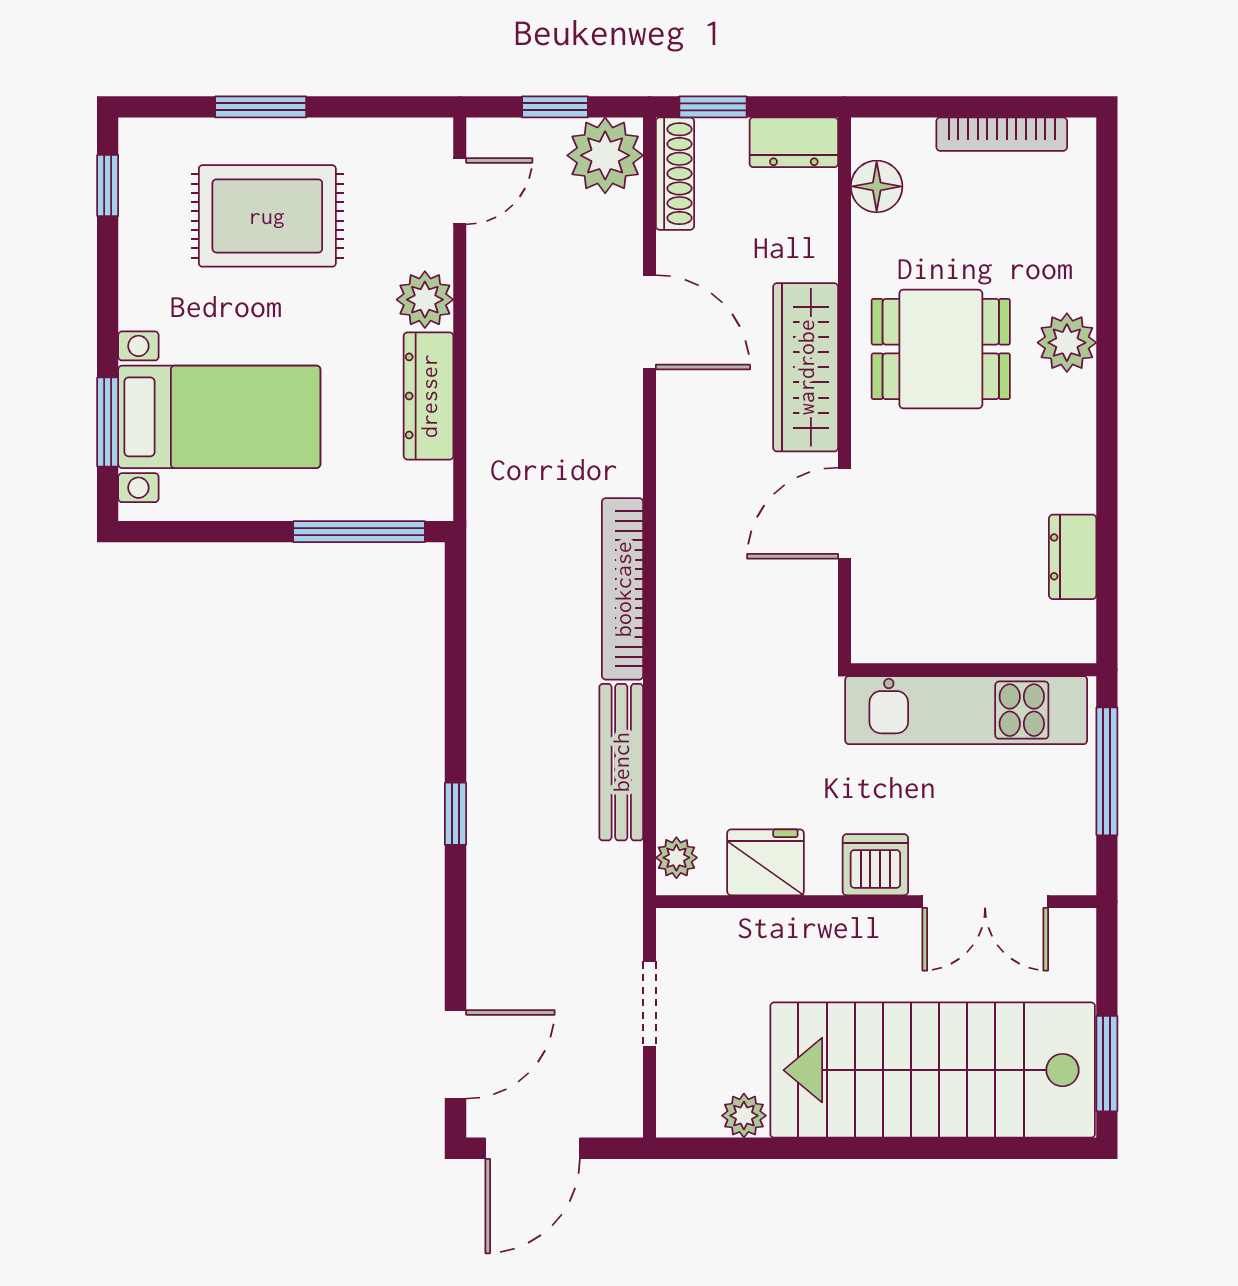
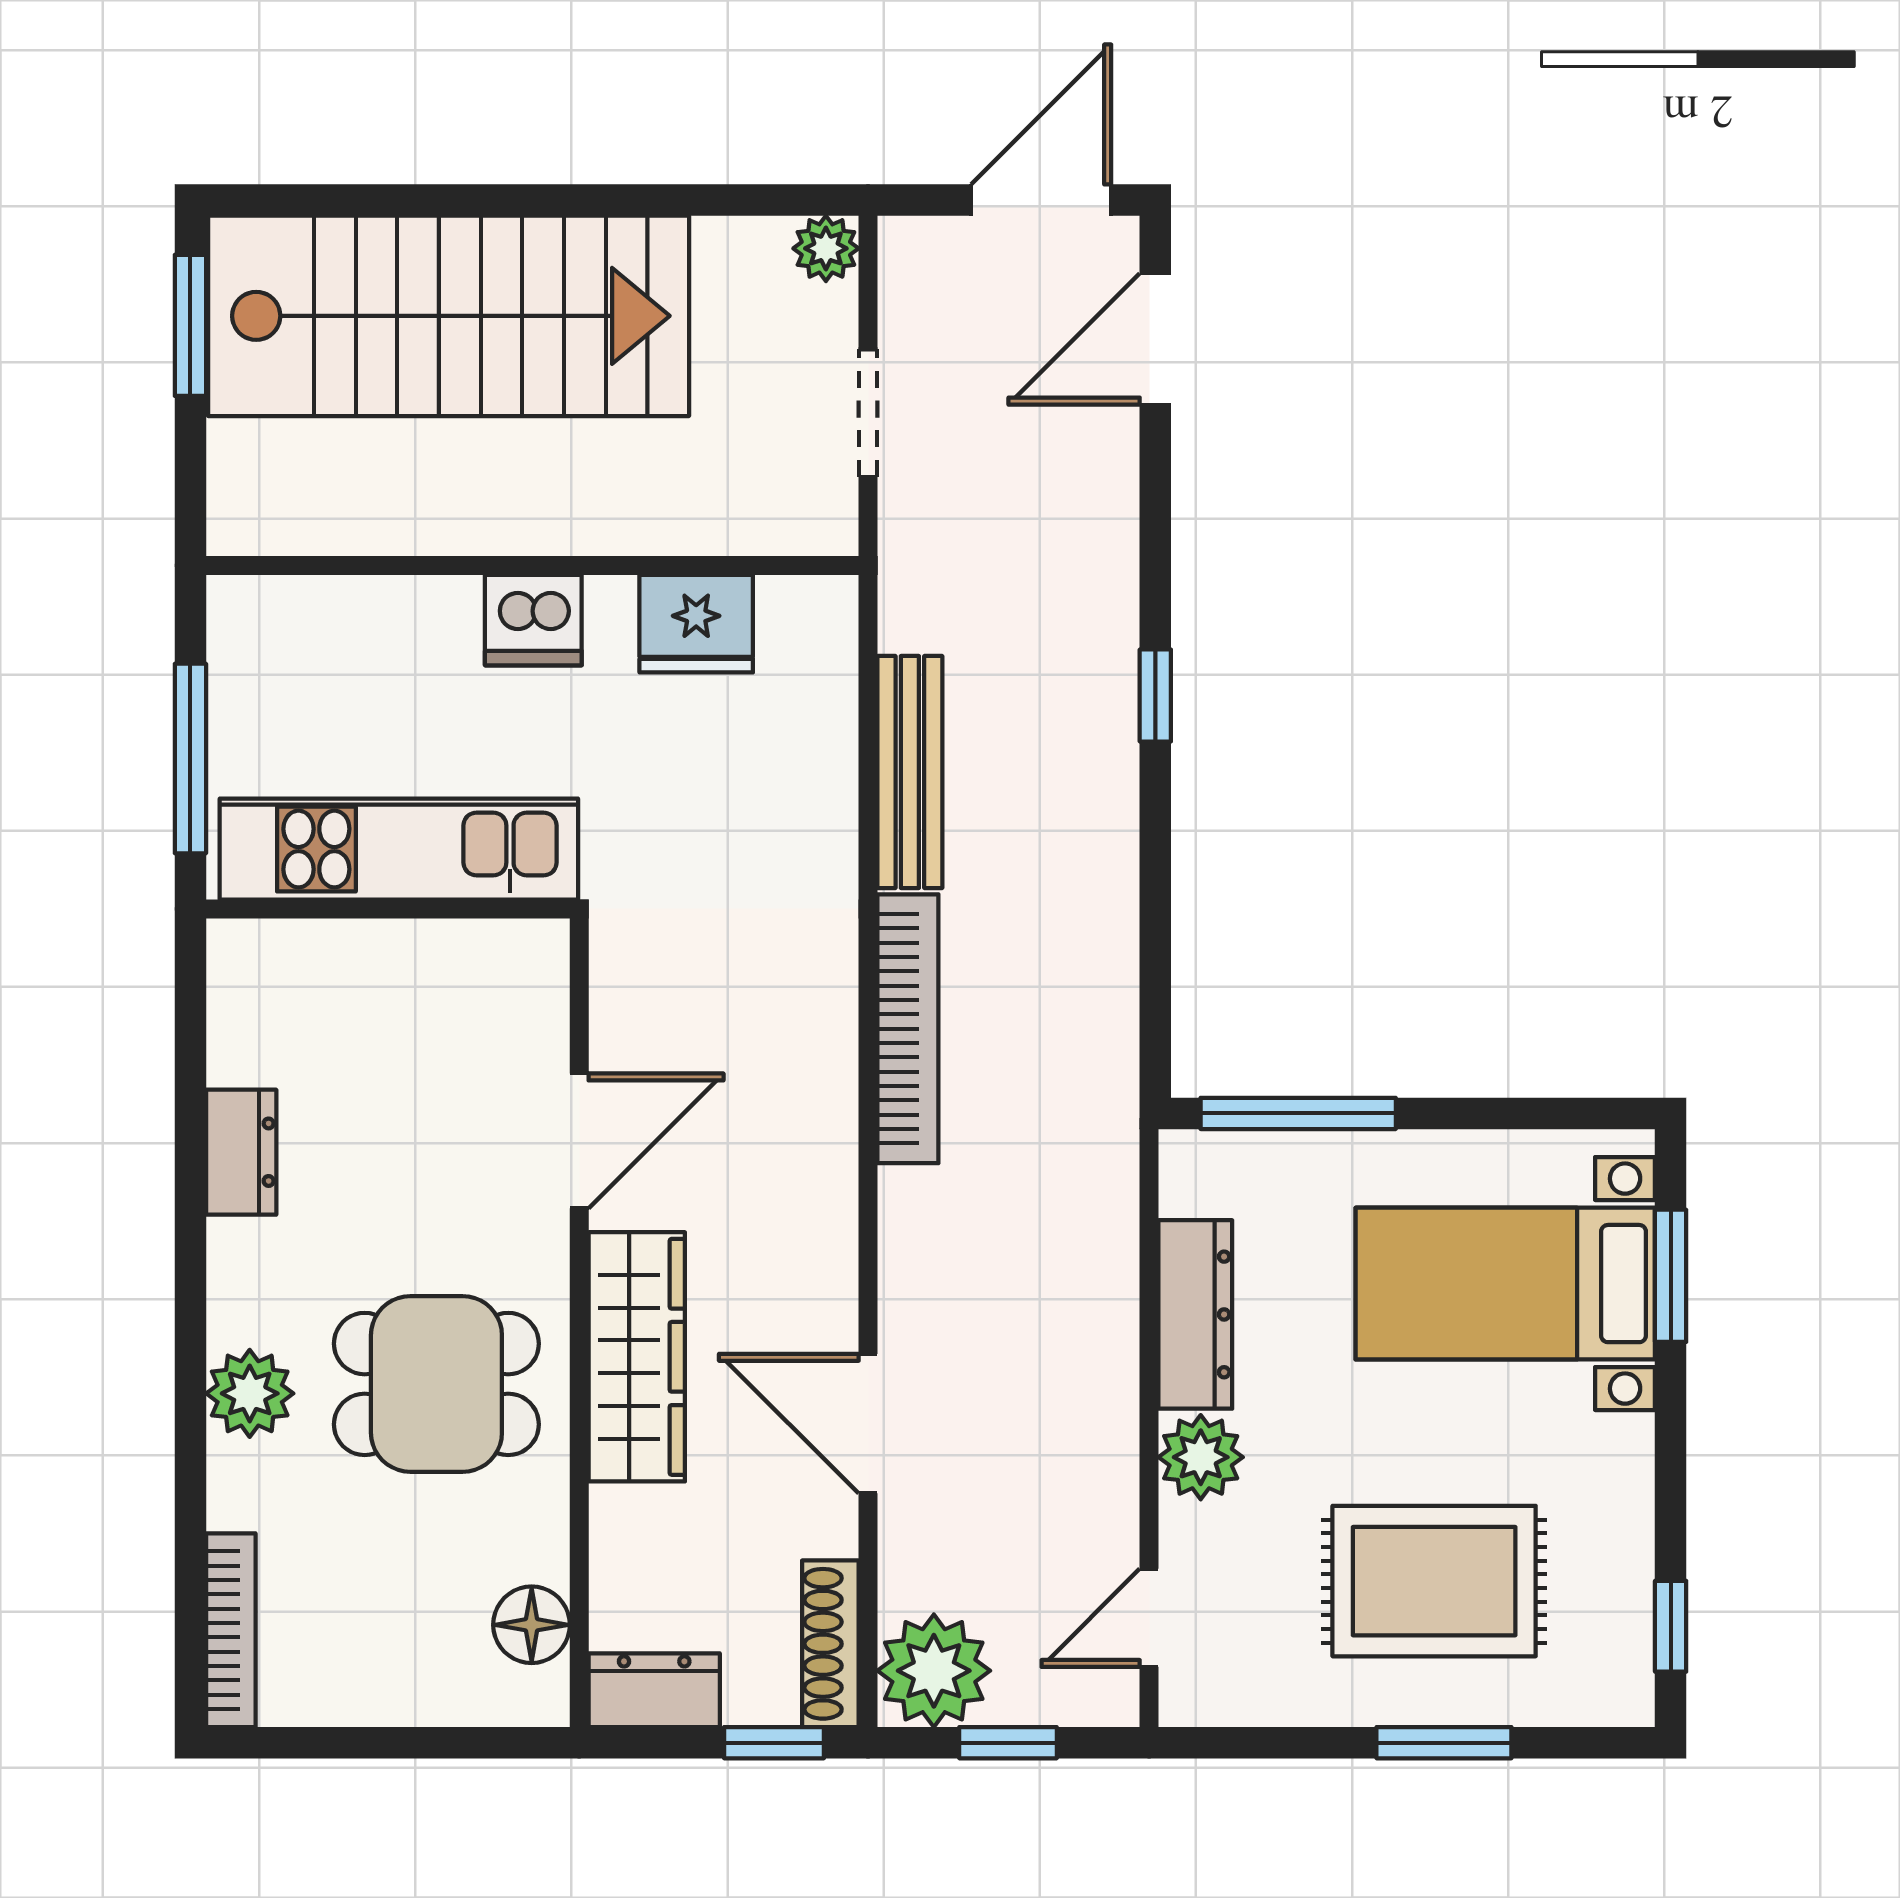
bookcase: (1002, 134) -> (231, 1630), moved, turned 90
dresser: (1073, 557) -> (241, 1152), moved
plant: (676, 858) -> (828, 630), removed
double door: (985, 902) -> (371, 565), removed
plant: (744, 1116) -> (826, 248), moved

